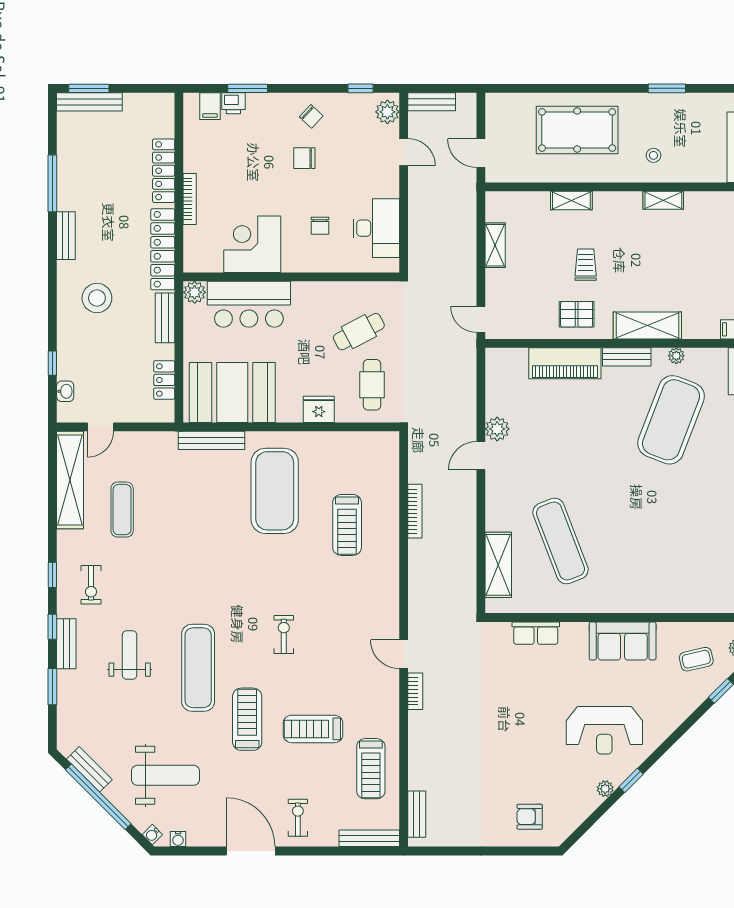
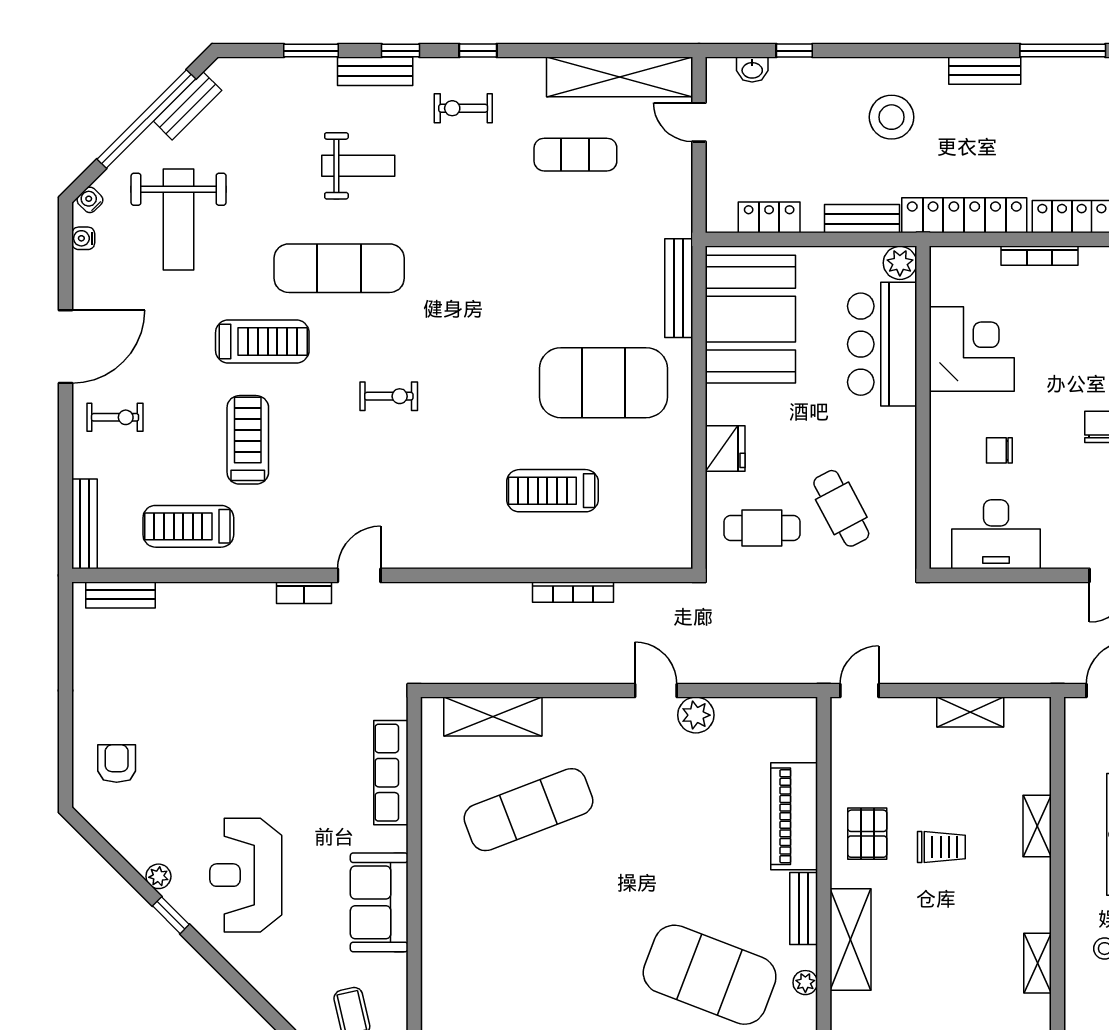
row of seats: (536, 633) -> (391, 773), width x1.48

